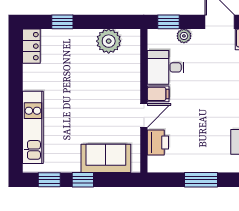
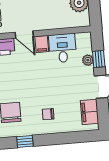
window: (169, 22) -> (99, 59), moved

